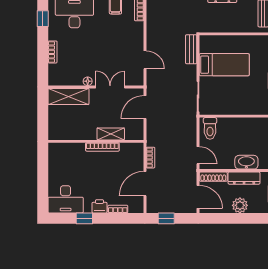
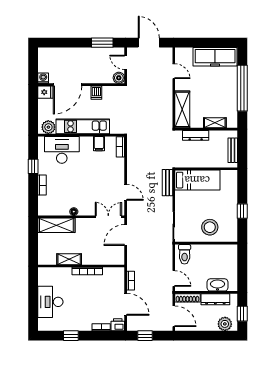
window: (43, 19) -> (33, 166), moved
bed: (224, 65) -> (197, 180), moved
double door: (110, 87) -> (108, 217), moved
stool: (238, 98) -> (210, 227), added
shelving: (111, 134) -> (69, 259), moved
door: (145, 184) -> (126, 304), swing flipped
desk: (66, 199) -> (50, 302), moved, turned 90
plant: (240, 205) -> (225, 324), moved
printer: (99, 206) -> (118, 325), moved

